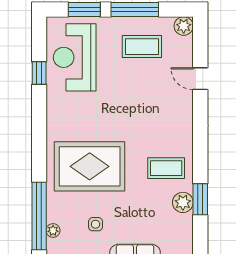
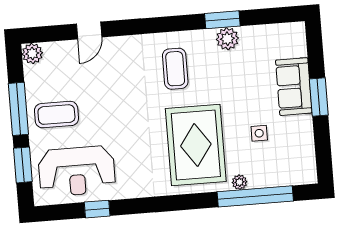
coffee table: (142, 47) -> (56, 115), moved, turned 90
coffee table: (166, 168) -> (175, 69), moved
plant: (53, 230) -> (239, 182), moved

